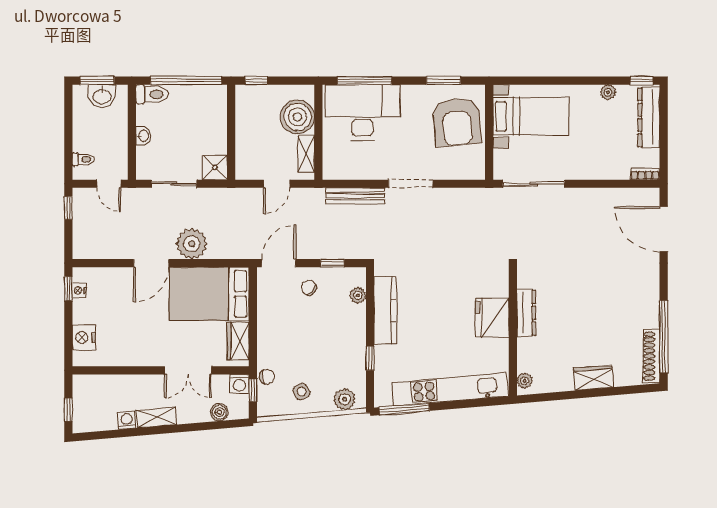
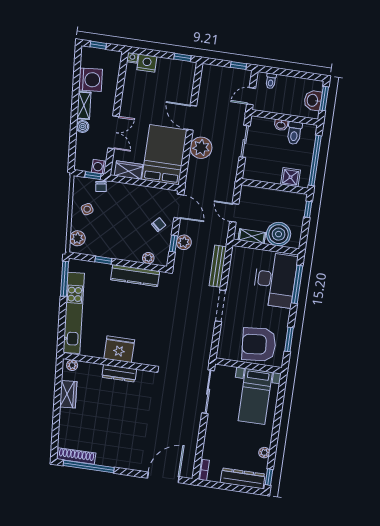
toilet: (152, 94) -> (294, 133), moved
shower: (215, 167) -> (291, 177), moved
plant: (328, 249) -> (184, 242), added
nightstand: (79, 290) -> (132, 58), moved
double door: (188, 370) -> (113, 132), swing flipped
wardrobe: (593, 378) -> (68, 394), moved
boiler: (219, 412) -> (83, 126), moved
washing machine: (127, 420) -> (91, 80), width x1.89, depth x1.89

